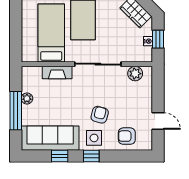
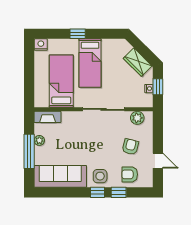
fireplace: (57, 73) -> (48, 117), moved
armchair: (100, 115) -> (130, 147), moved
window: (60, 156) -> (119, 192), moved

